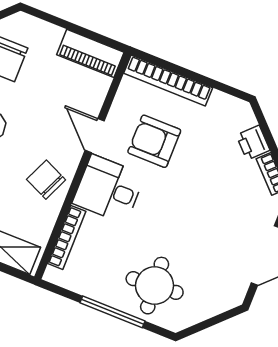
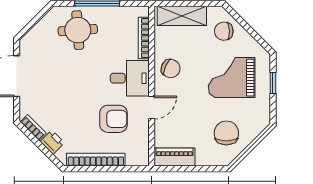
bookcase: (168, 80) -> (96, 160), moved
door: (95, 136) -> (152, 108), hinge flipped

